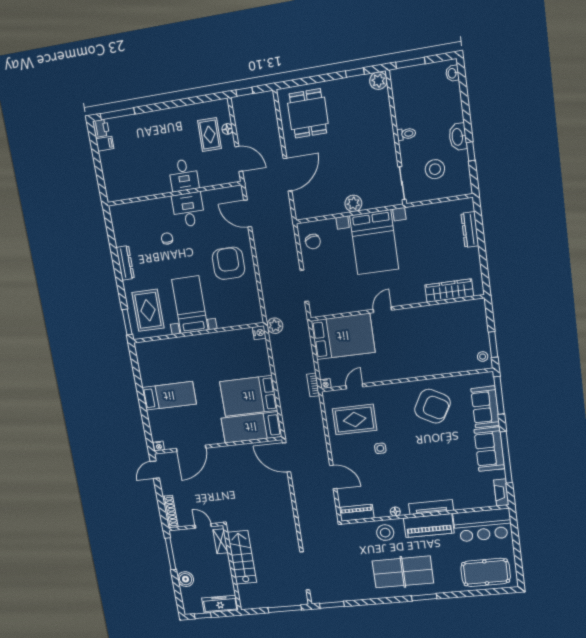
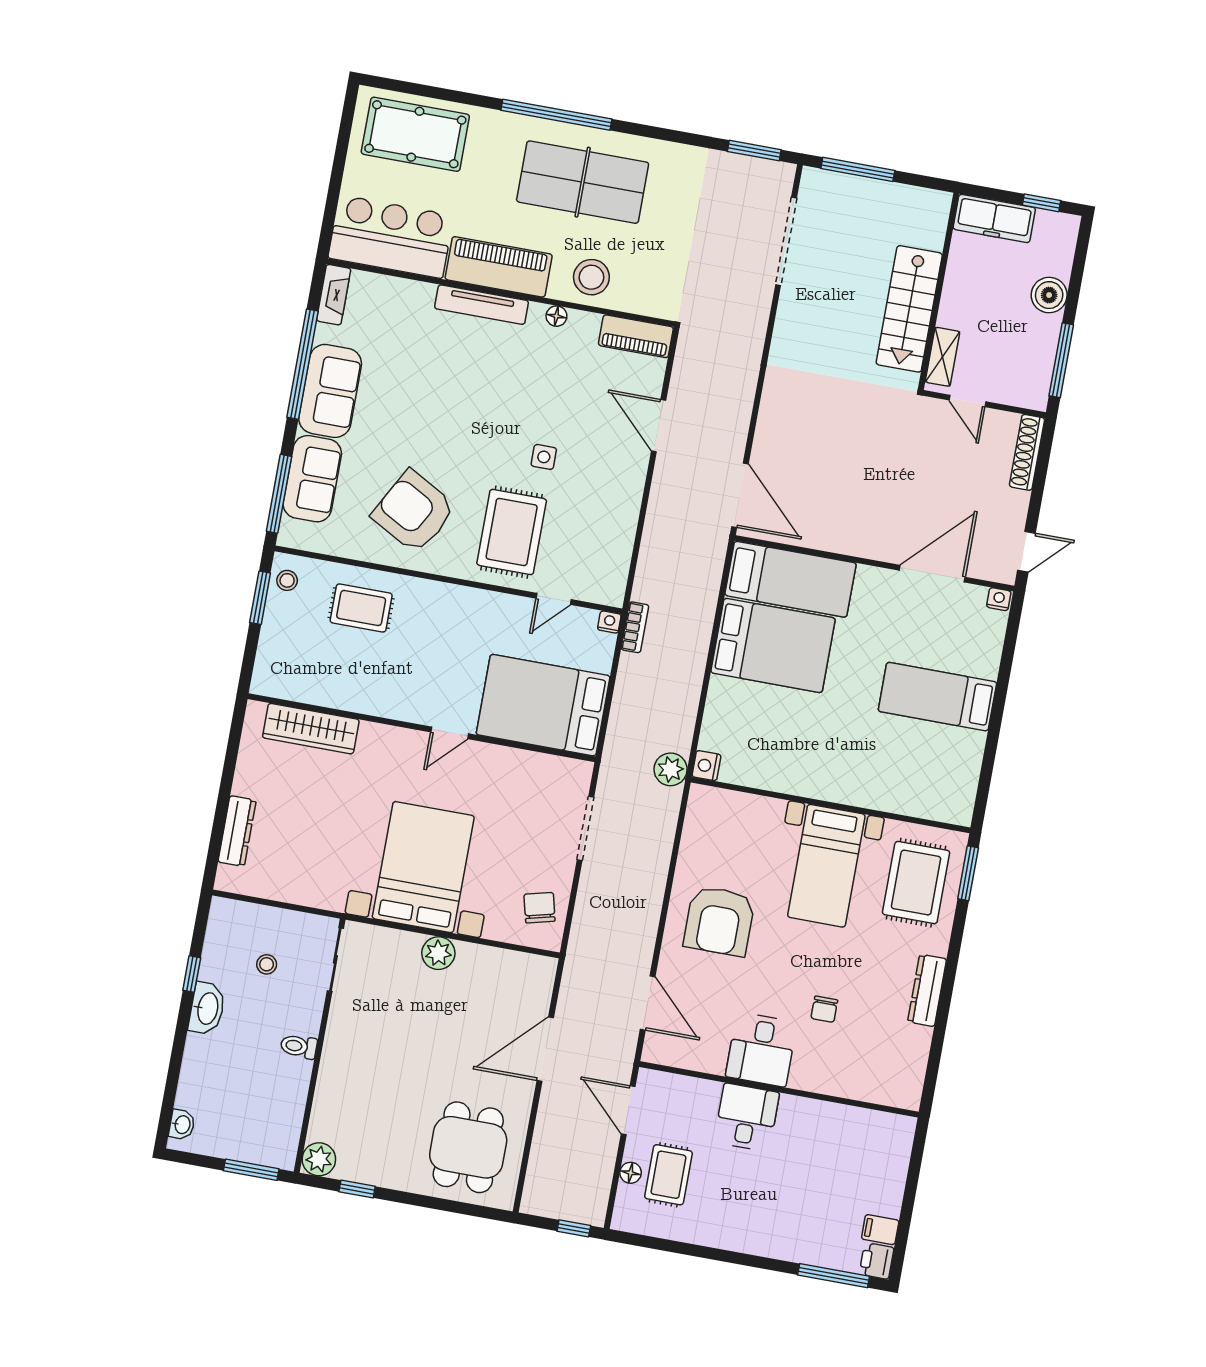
stool: (435, 169) -> (267, 964), width x0.53, depth x0.53
rug: (443, 355) -> (361, 608), added
rug: (355, 419) -> (512, 532), moved, turned 90
window: (424, 597) -> (556, 115), width x2.11

